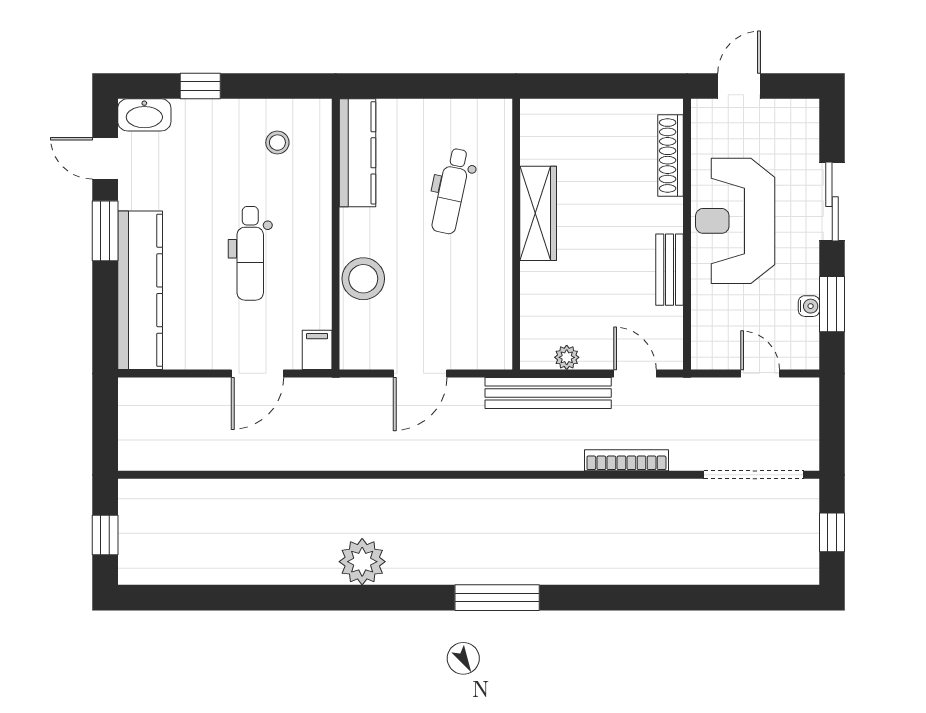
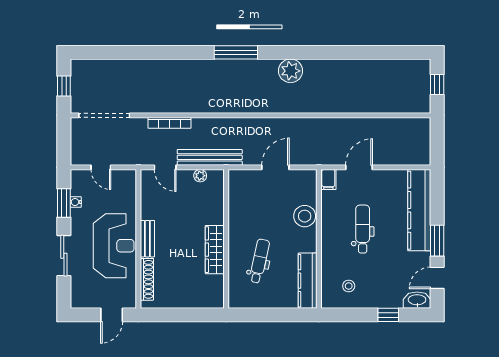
door: (105, 158) -> (437, 278), swing flipped
bench: (670, 270) -> (147, 239), moved
plant: (362, 562) -> (291, 71), moved

